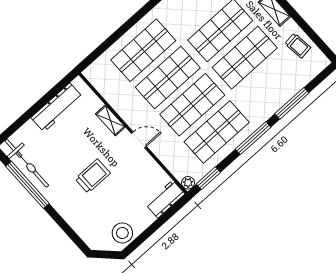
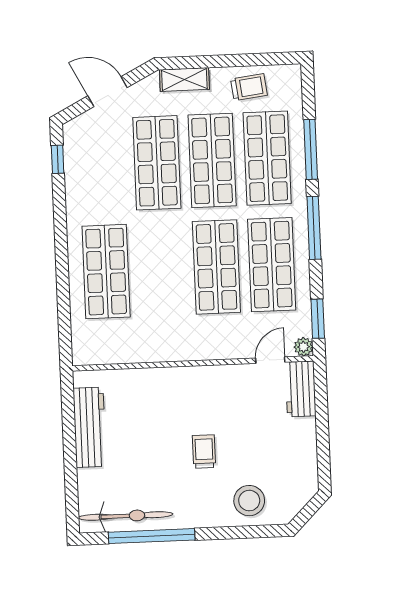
shop shelf: (168, 77) -> (267, 158), moved
shelving: (110, 120) -> (156, 377), removed
door: (139, 140) -> (270, 360), moved
trolley: (93, 176) -> (204, 452), width x0.73, depth x0.72
stool: (122, 233) -> (249, 501), moved

